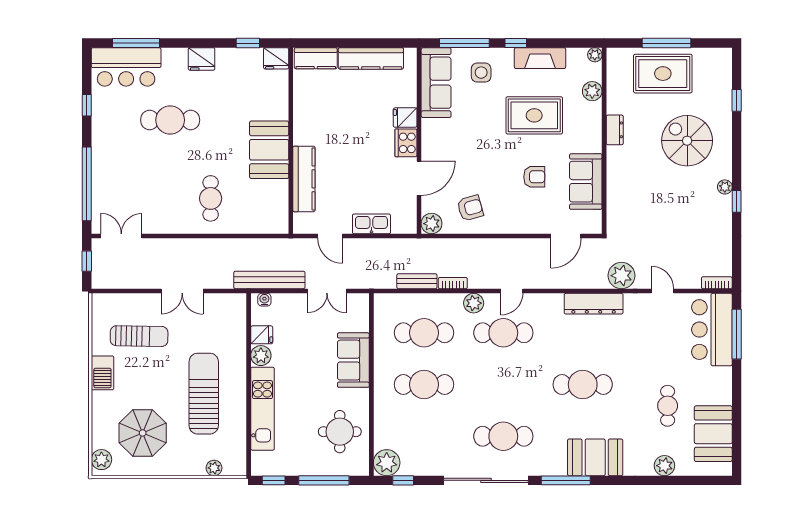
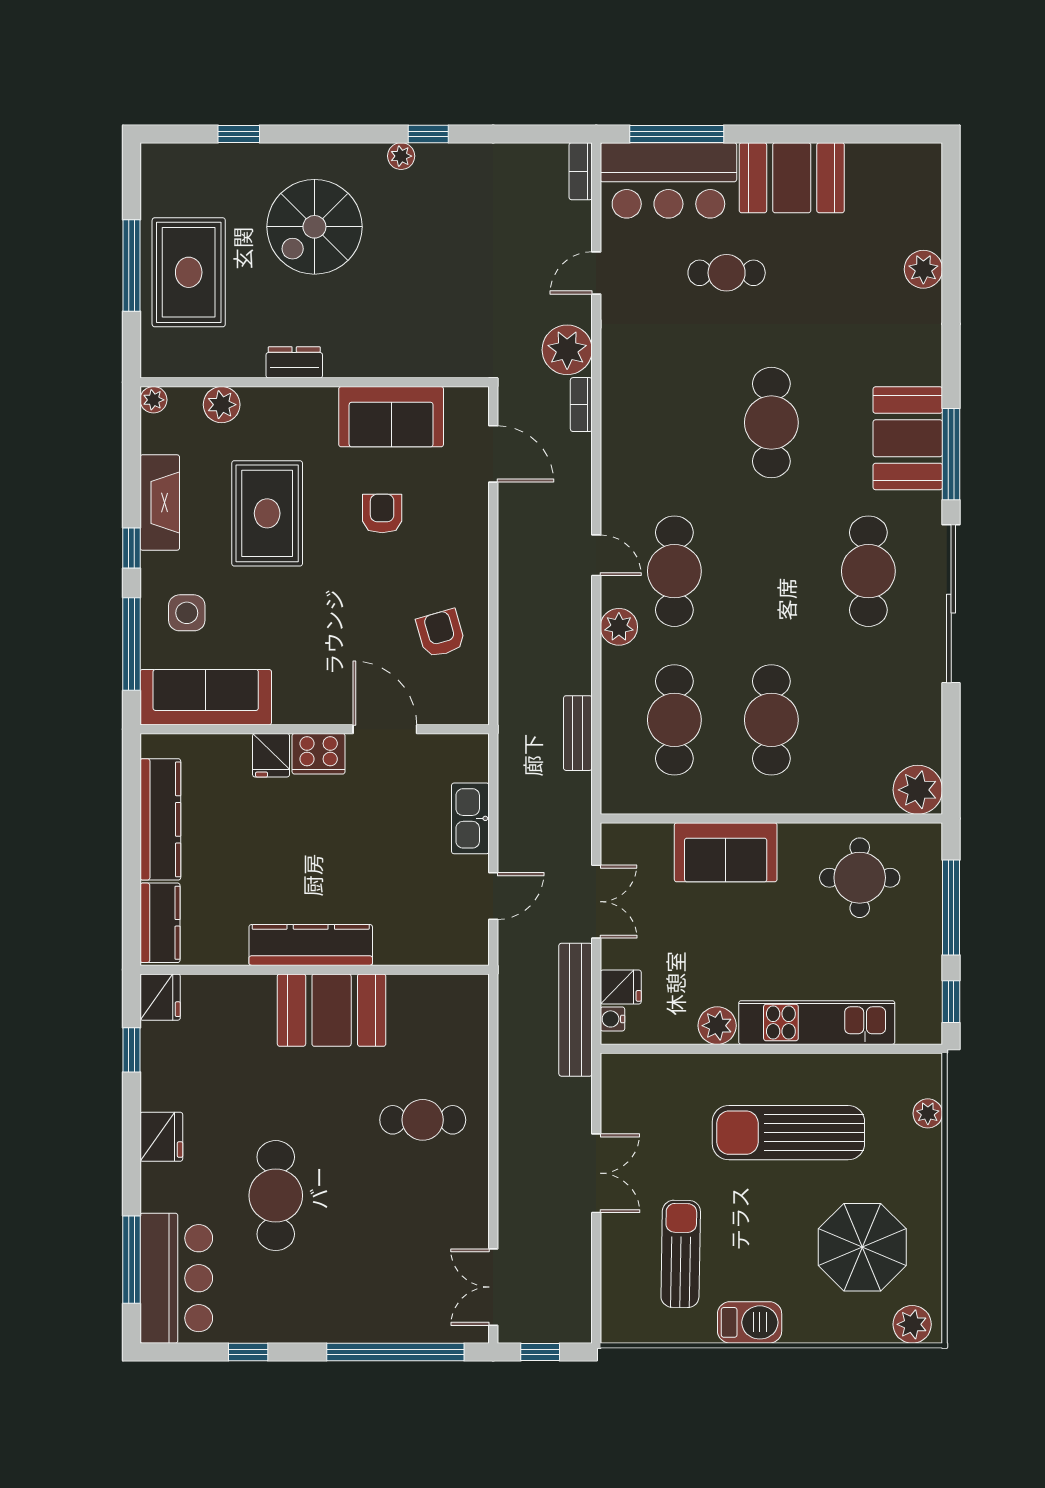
kitchen counter: (304, 179) -> (311, 945), moved
plant: (432, 224) -> (470, 706), removed
bookcase: (453, 283) -> (581, 405), moved
dresser: (594, 304) -> (620, 402), removed
fridge: (262, 335) -> (621, 987), moved, turned 90
cafe table: (668, 406) -> (727, 273), moved
booth: (713, 434) -> (792, 178), moved
booth: (595, 457) -> (908, 438), moved
window: (403, 480) -> (951, 759), removed

